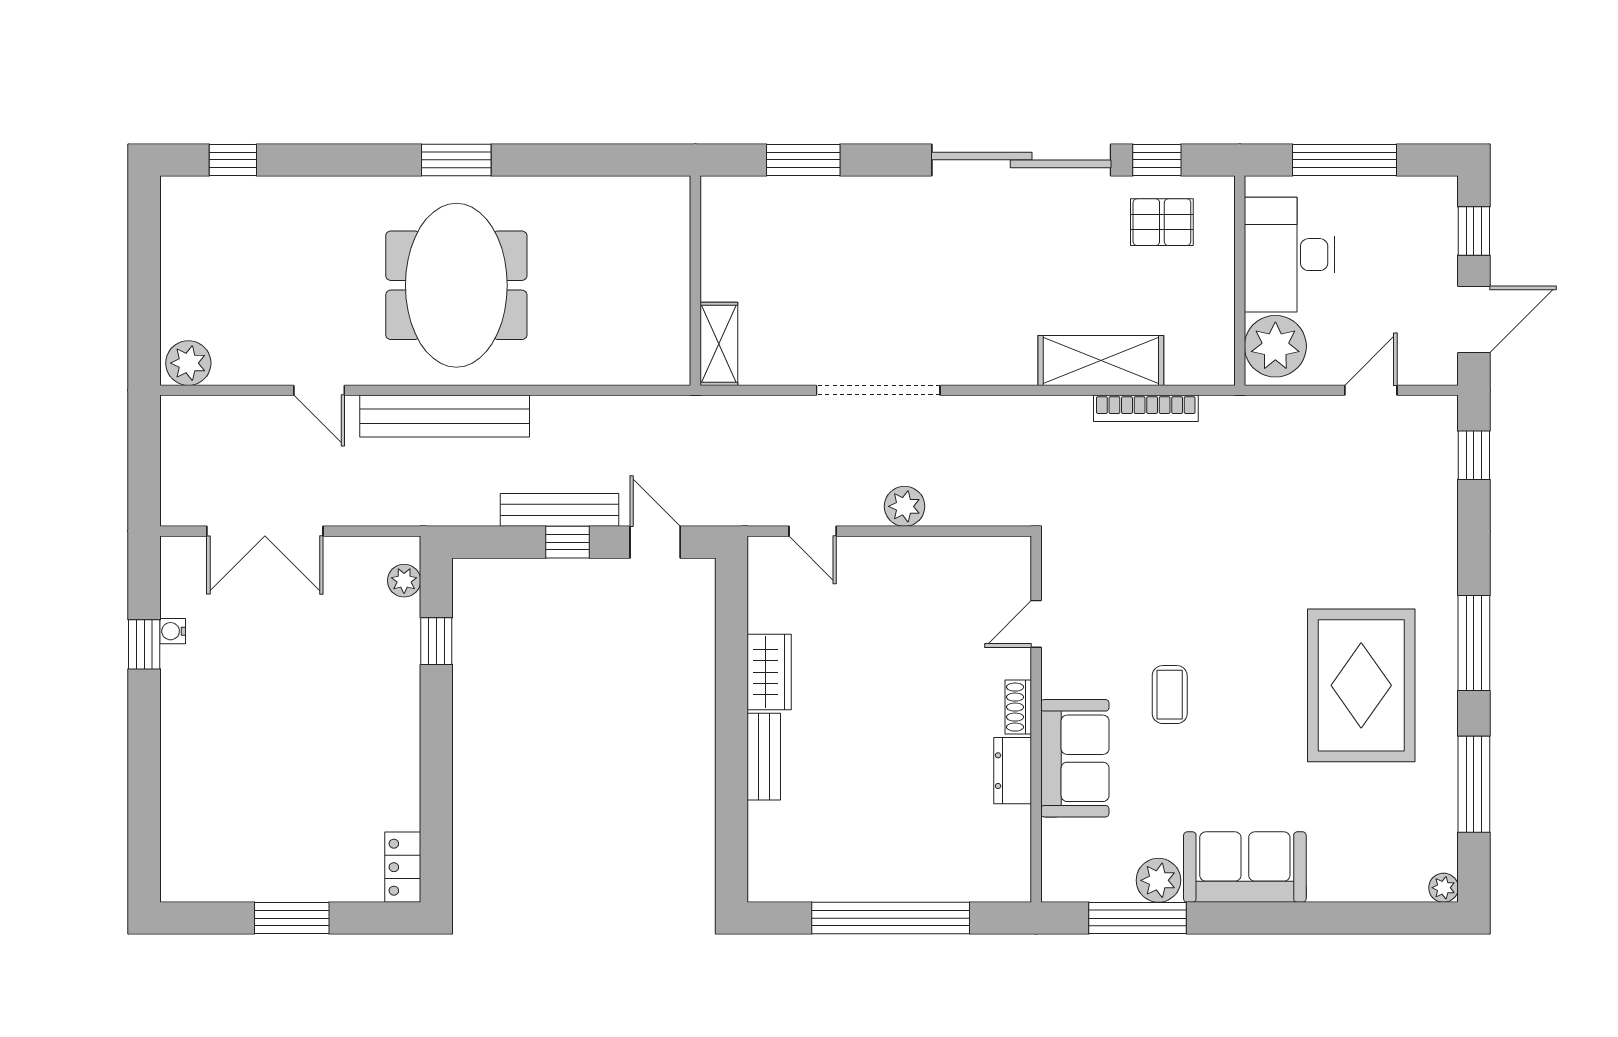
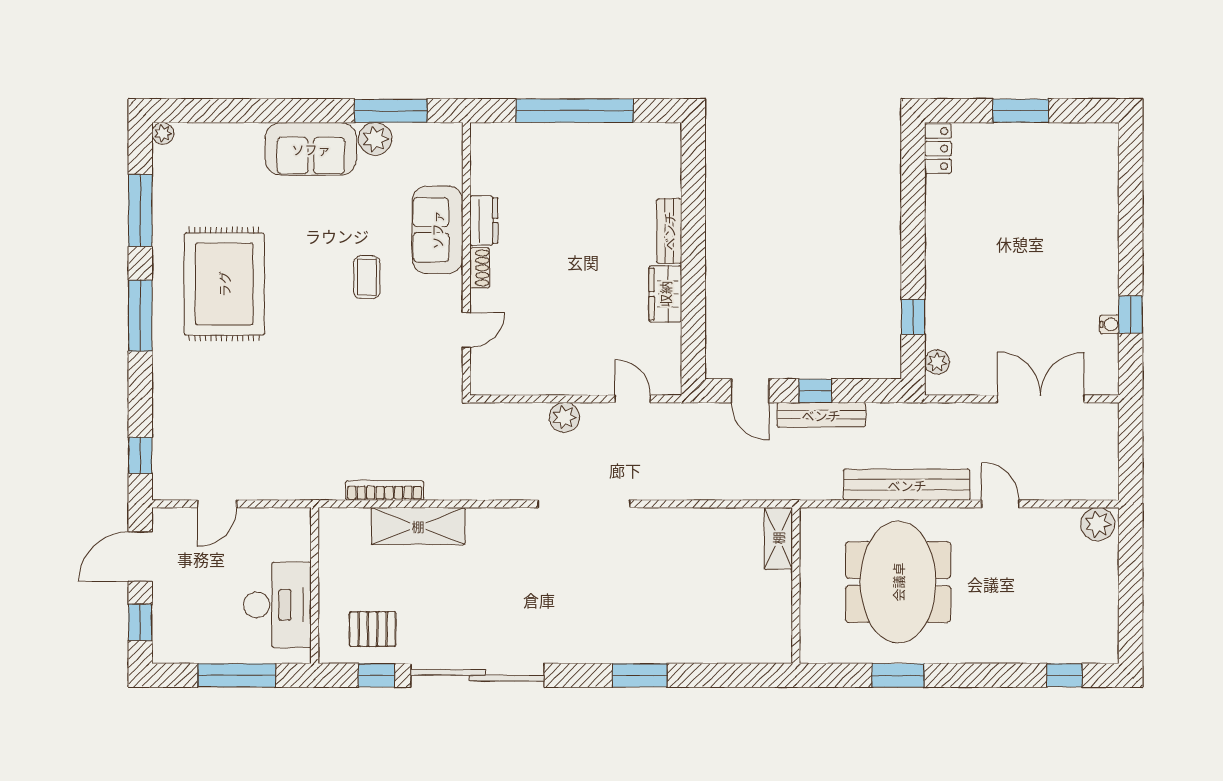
wall: (695, 281) -> (796, 586), moved
shelving: (719, 344) -> (778, 538), moved
plant: (1275, 346) -> (288, 537), removed

